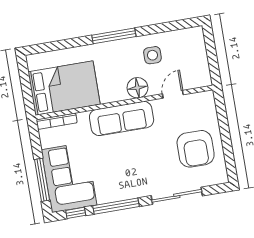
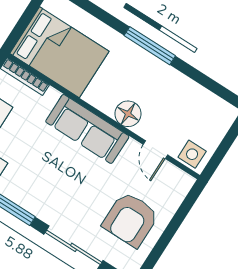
side table: (152, 55) -> (192, 154), moved
door: (173, 94) -> (155, 150), swing flipped

